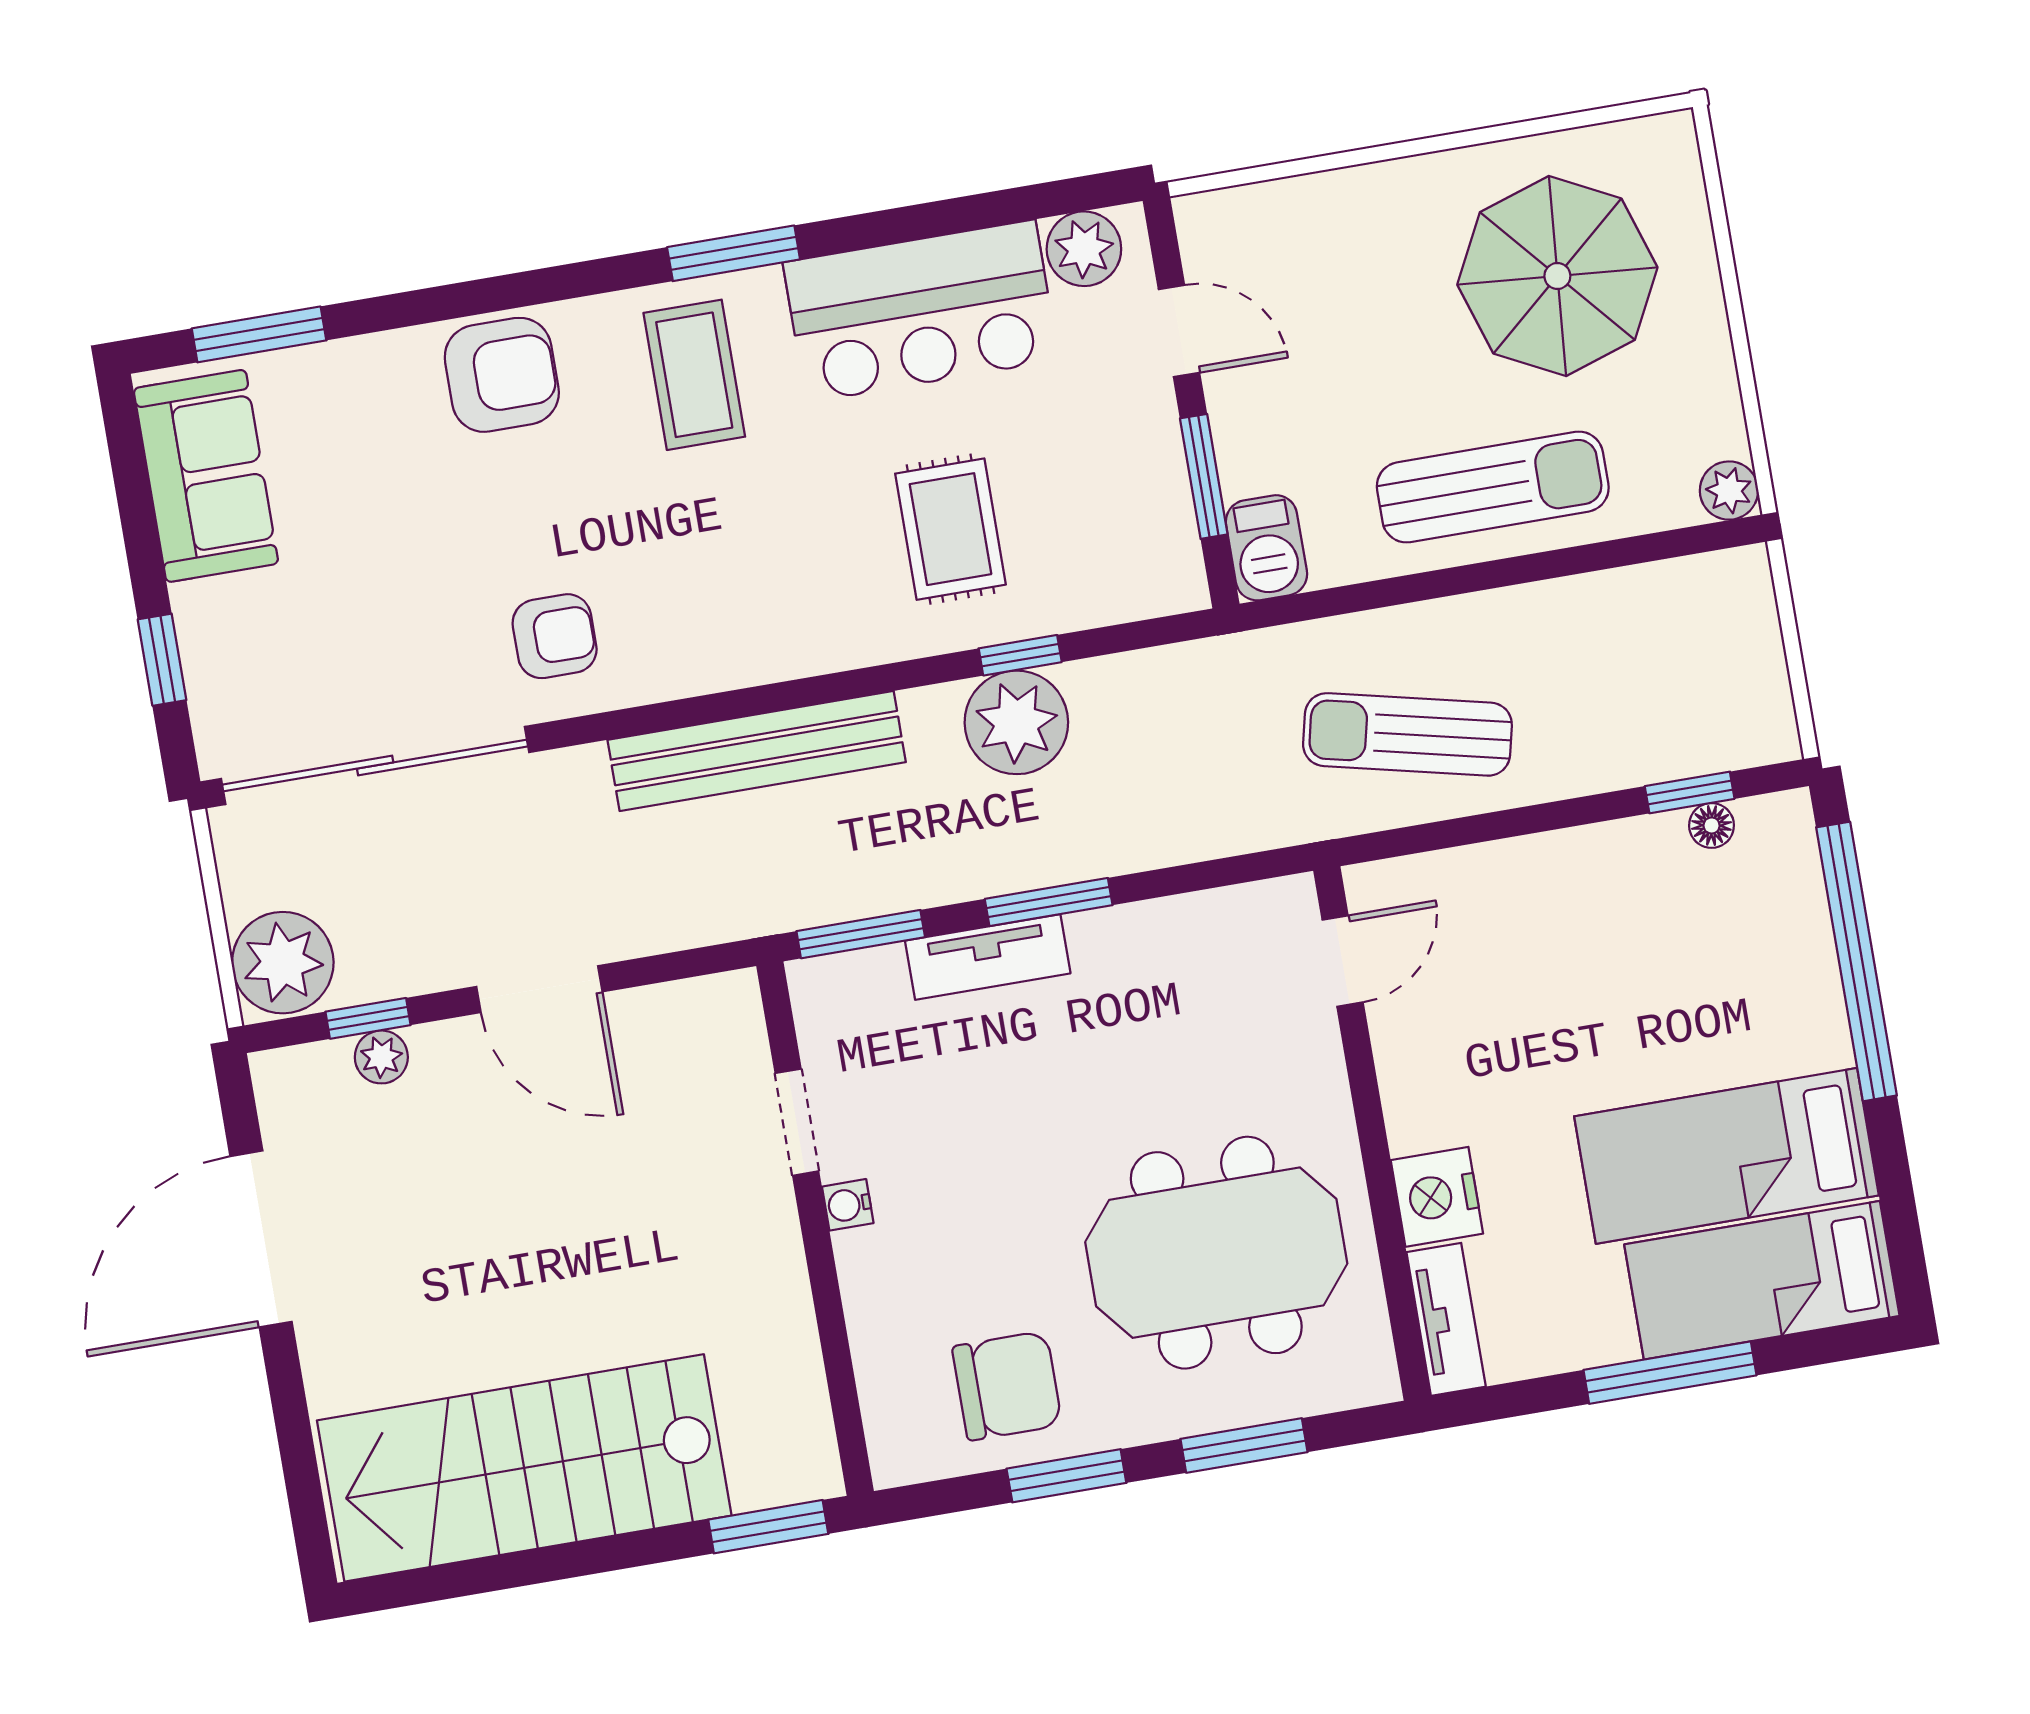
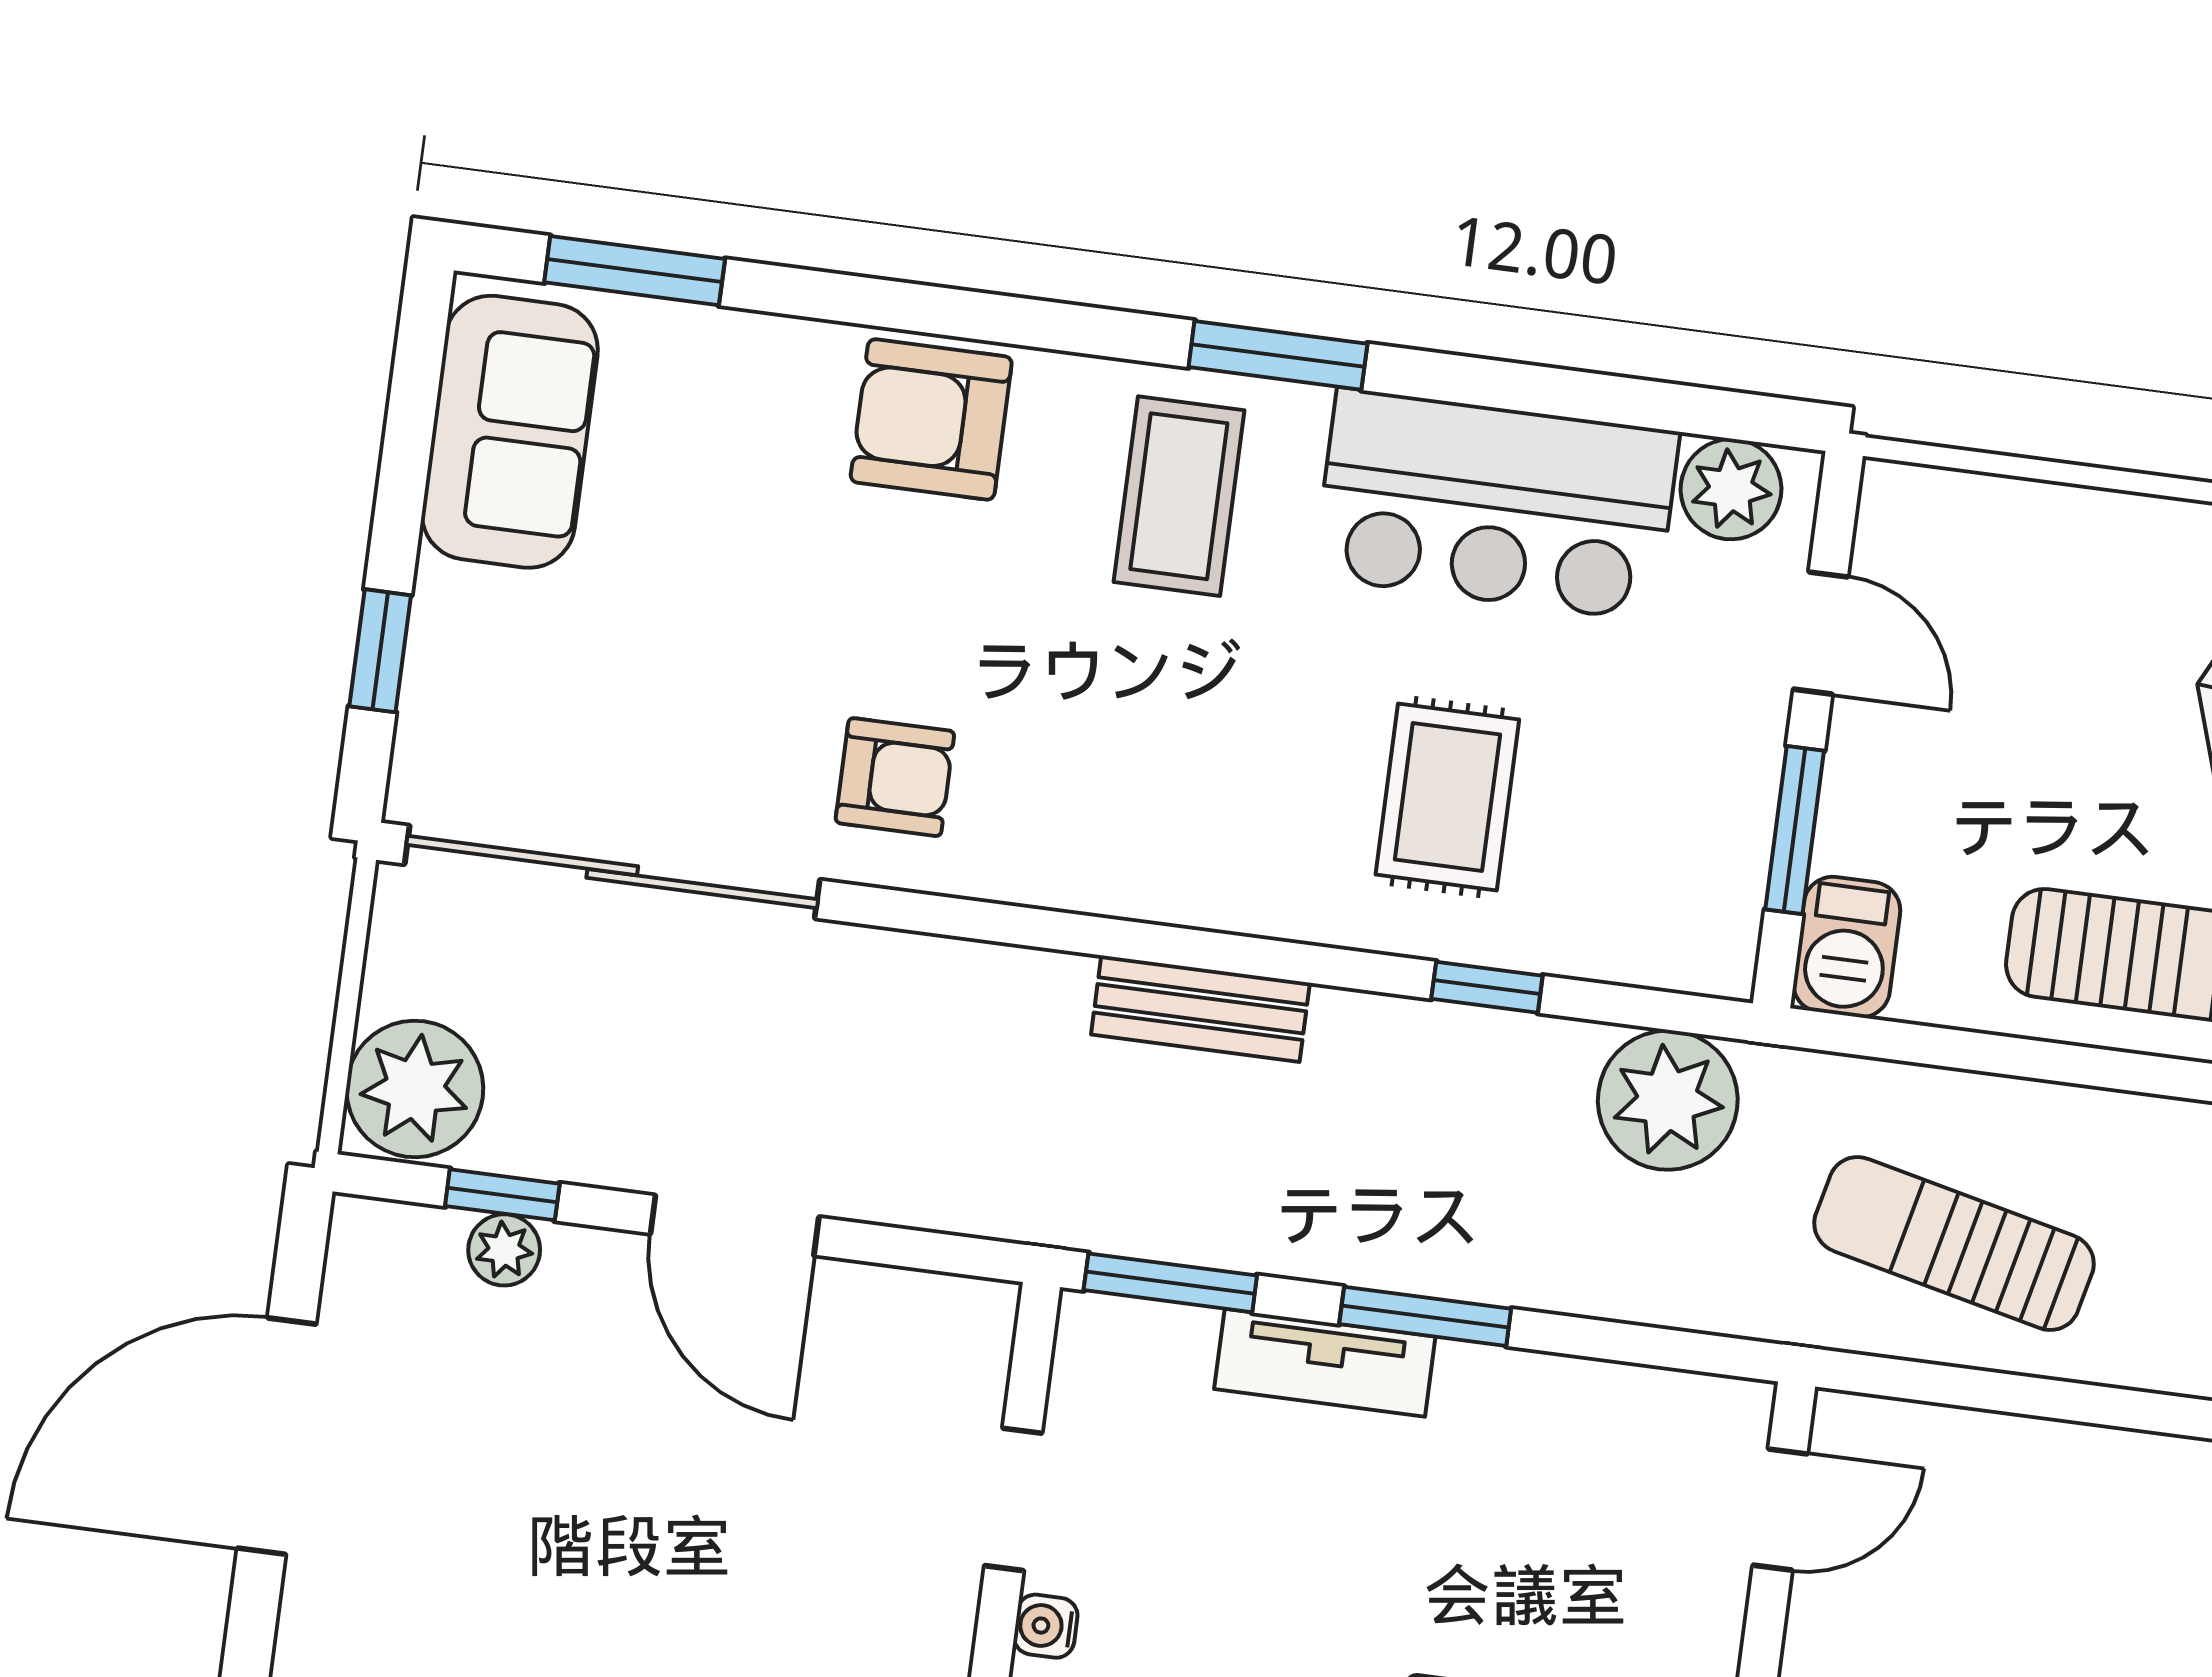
armchair: (502, 375) -> (931, 419), turned 180
plant: (1016, 722) -> (1668, 1100), moved
bench: (757, 751) -> (1200, 1009), width x0.54, depth x0.82

